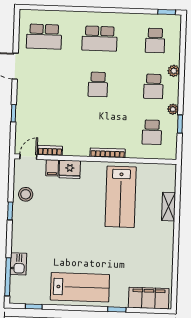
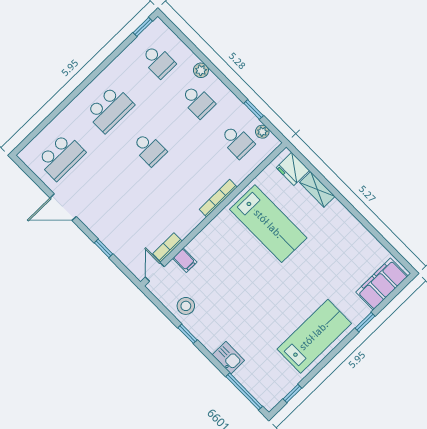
plant: (173, 109) -> (262, 132), moved
fridge: (70, 169) -> (293, 169), moved, turned 90
kitchen sink: (18, 264) -> (228, 358), moved

